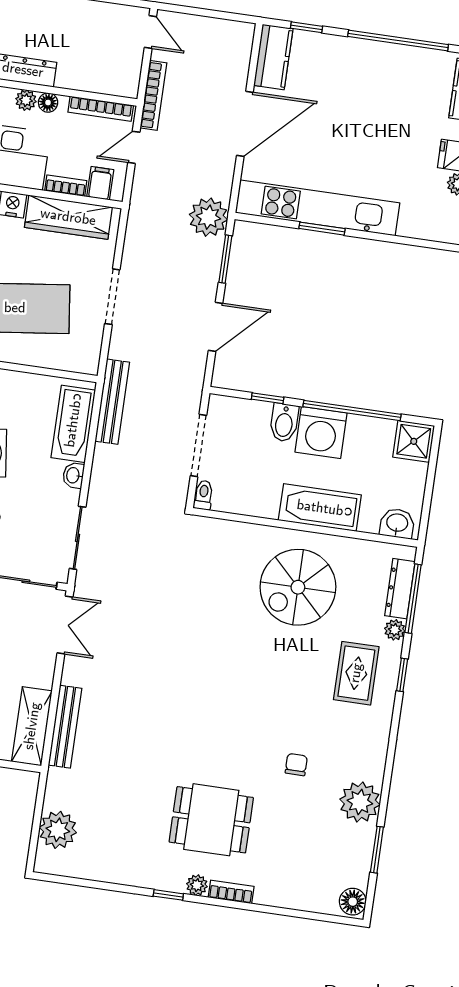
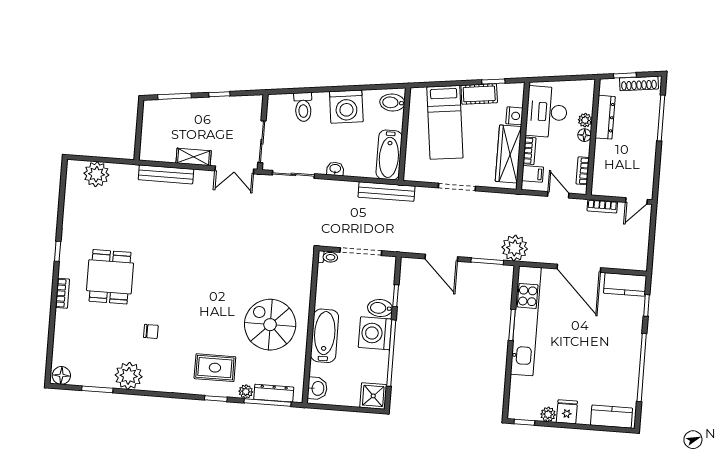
bookcase: (153, 95) -> (602, 206), width x0.64
bookcase: (101, 109) -> (583, 171), width x0.64
bathtub: (73, 424) -> (389, 155), moved, turned -90
shelving: (32, 726) -> (194, 157), moved, width x0.67, depth x0.75
plant: (197, 885) -> (65, 270), removed

